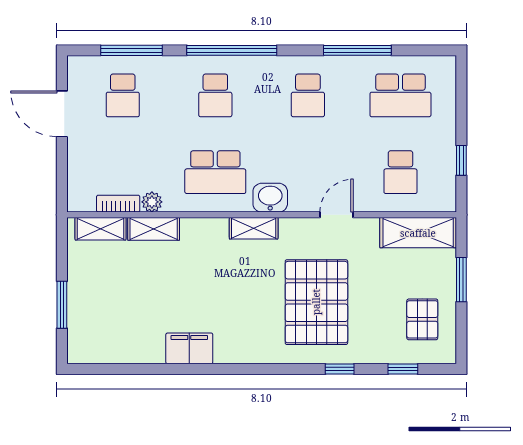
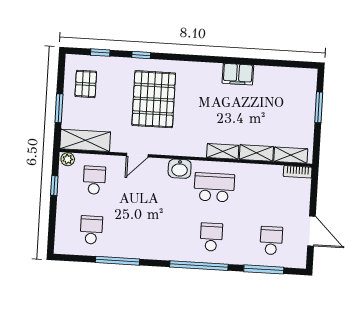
school desk: (308, 95) -> (151, 233), removed
school desk: (400, 95) -> (91, 230), width x0.54
plant: (152, 202) -> (68, 159), moved
bookcase: (118, 204) -> (298, 172), moved
shelving: (254, 228) -> (223, 151), moved

